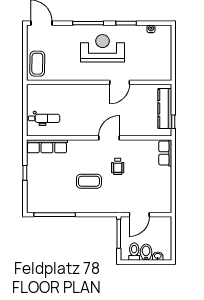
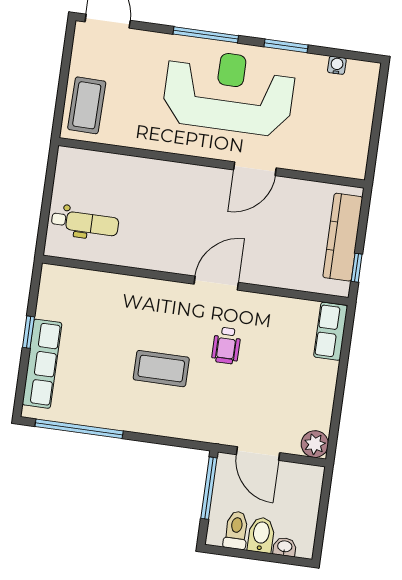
reception desk: (103, 48) -> (229, 92), width x1.36, depth x1.30
row of seats: (47, 146) -> (42, 364), moved, turned -90
plant: (165, 206) -> (315, 444), added
door: (139, 215) -> (258, 454), hinge flipped

